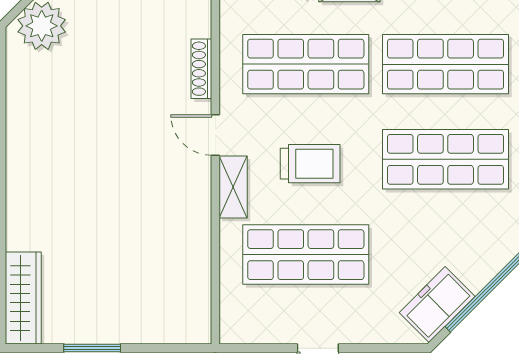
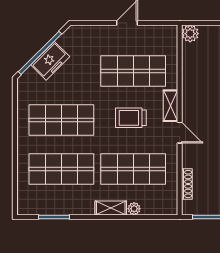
shoe rack: (201, 69) -> (187, 184), moved
freezer: (437, 305) -> (50, 61), moved
plant: (195, 328) -> (190, 34), added

